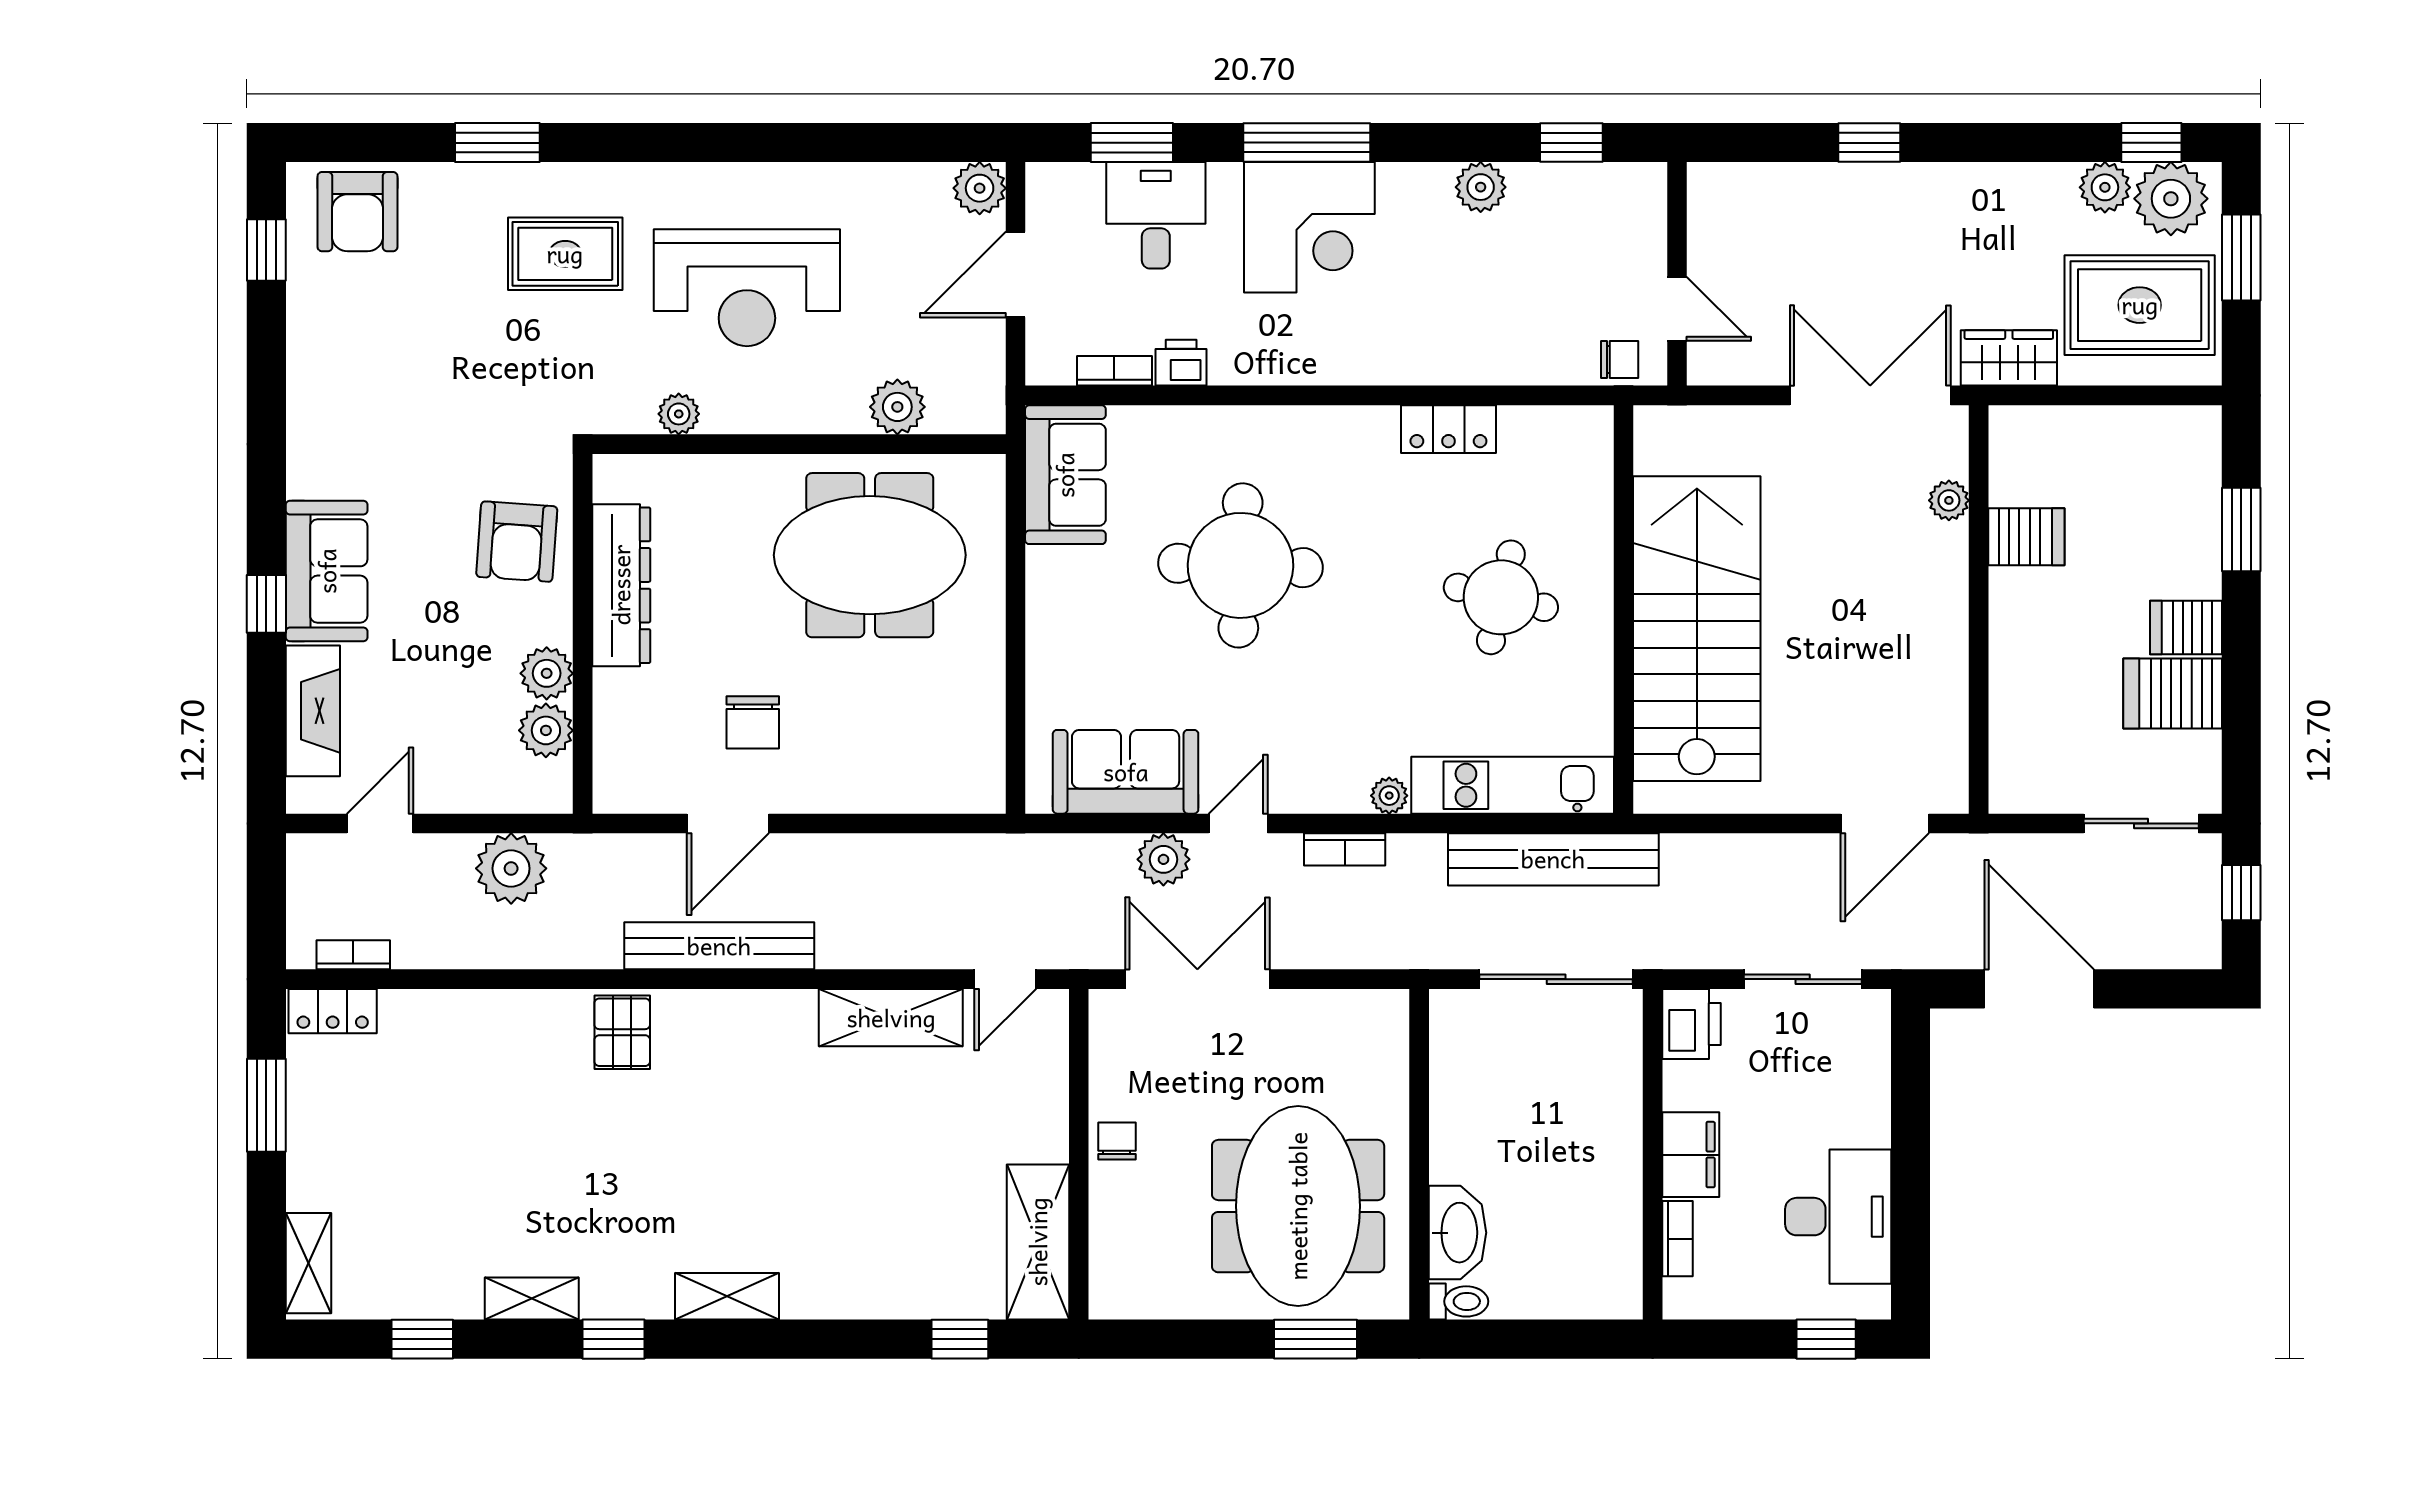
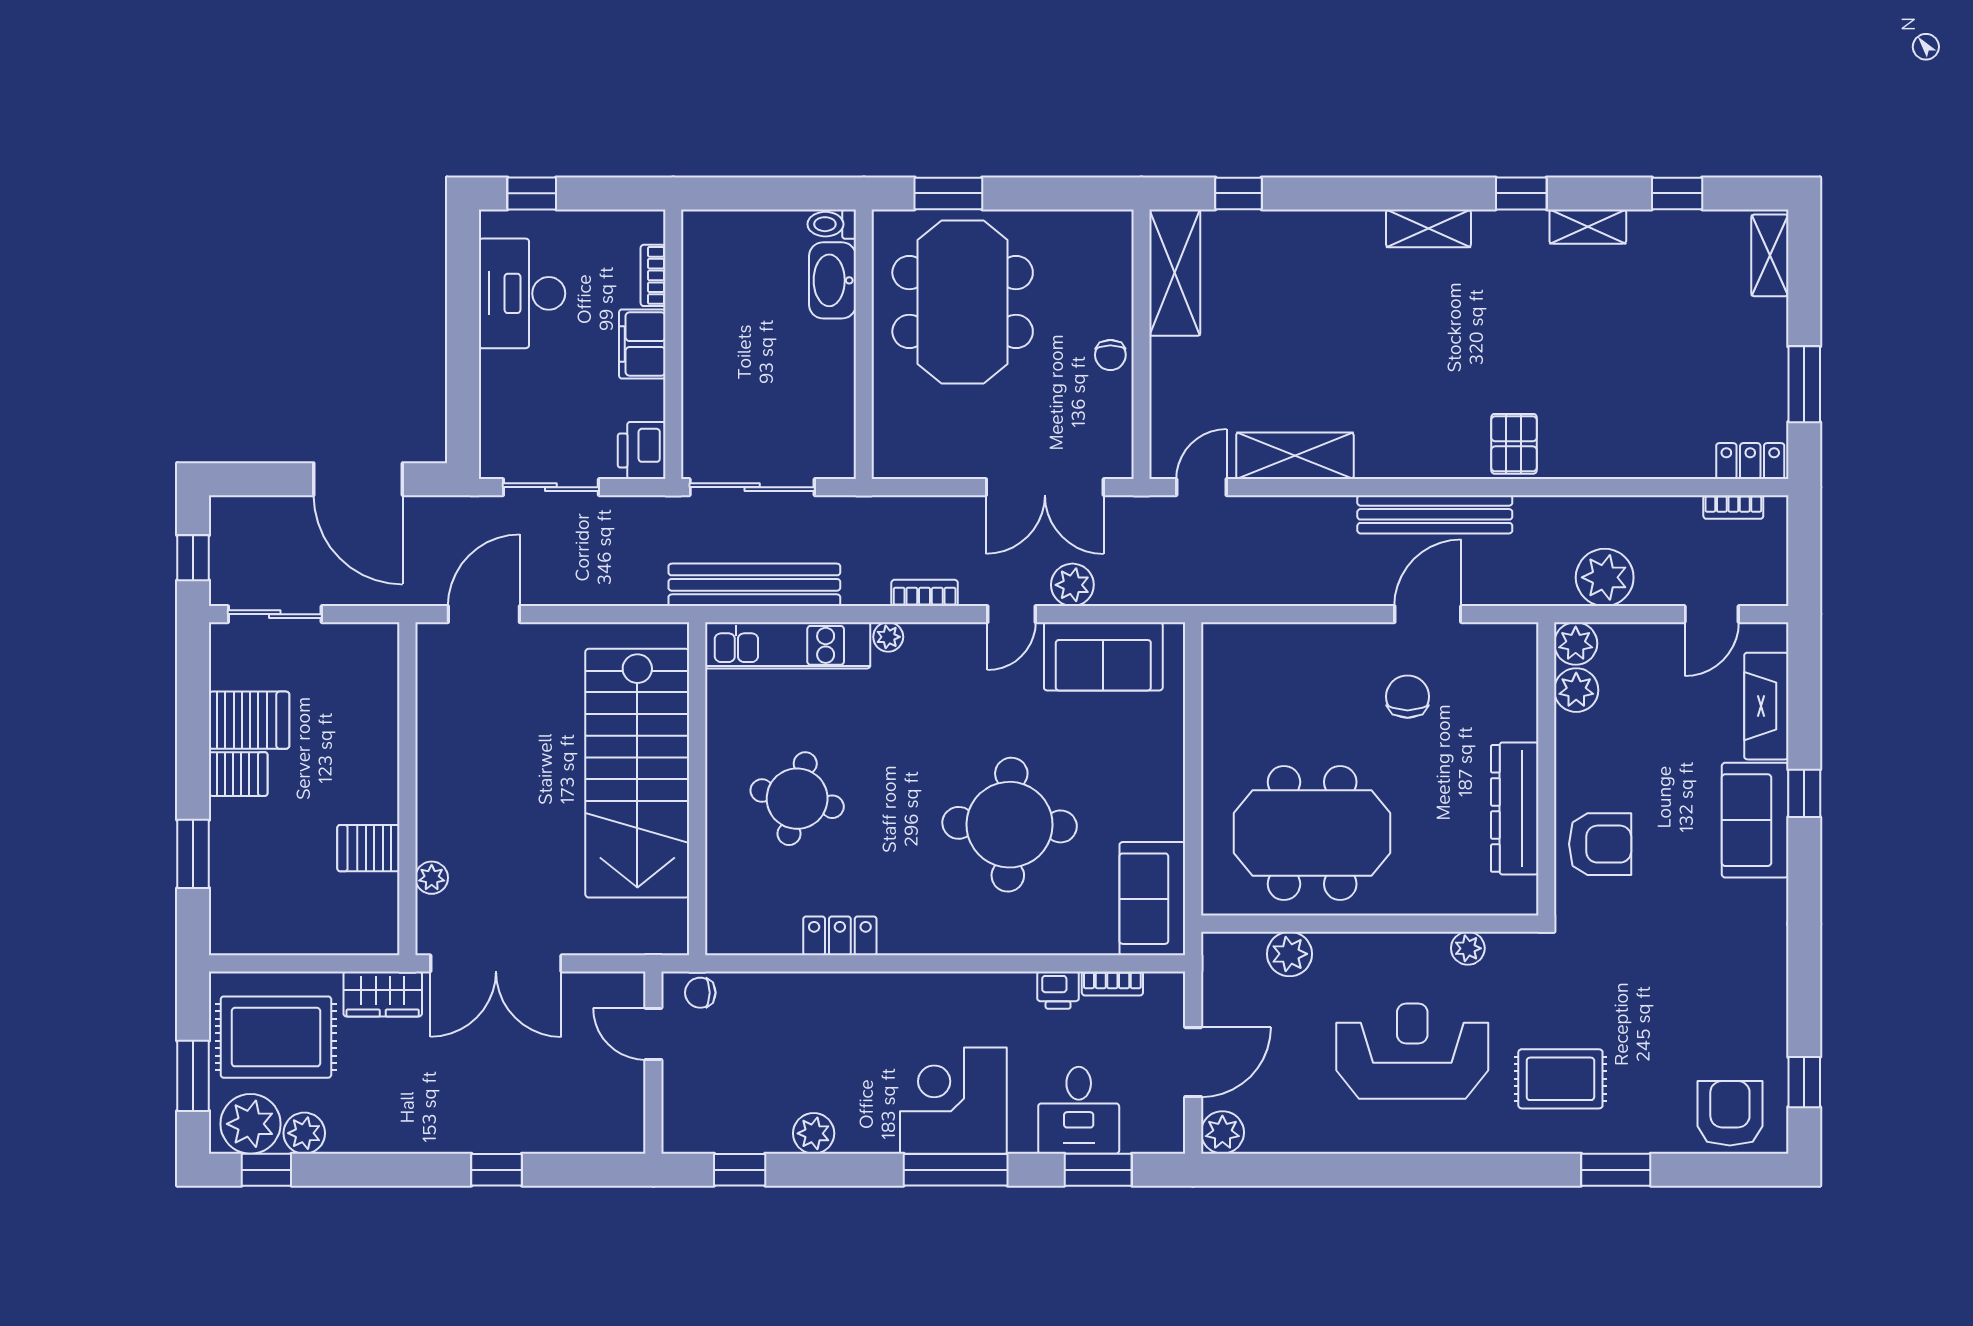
armchair: (517, 542) -> (1600, 844), turned 86
plant: (547, 673) -> (1576, 643), moved

